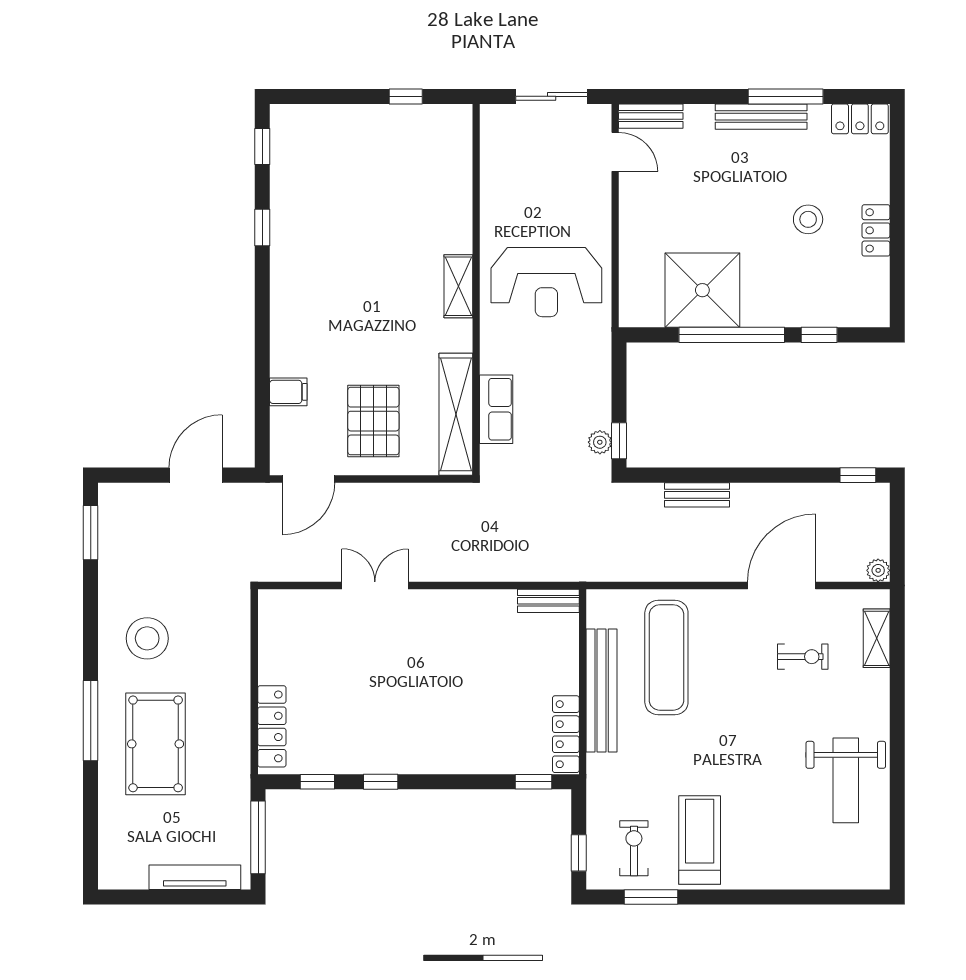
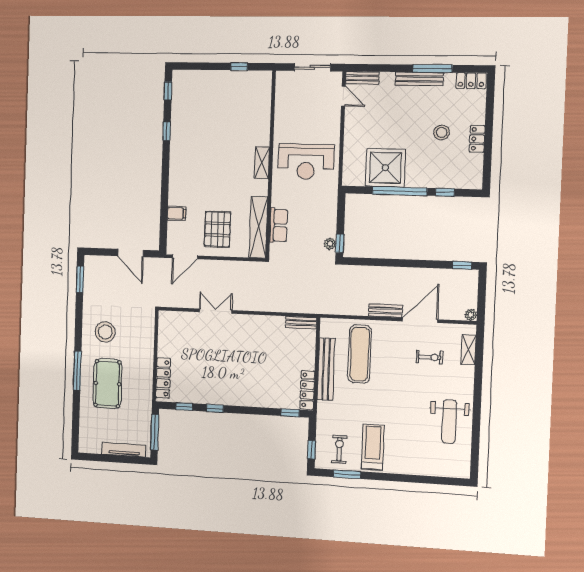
door: (196, 475) -> (131, 253), swing flipped
bench: (697, 495) -> (385, 311), moved

